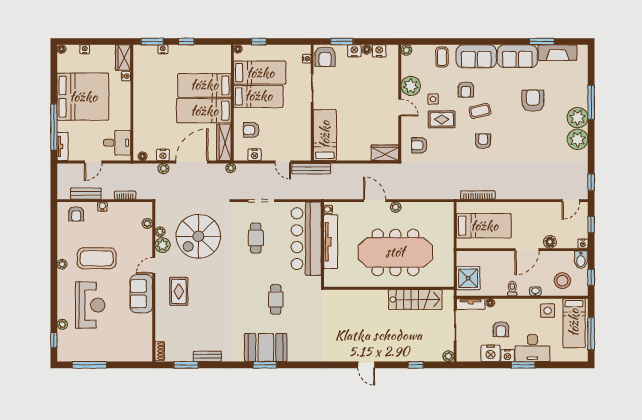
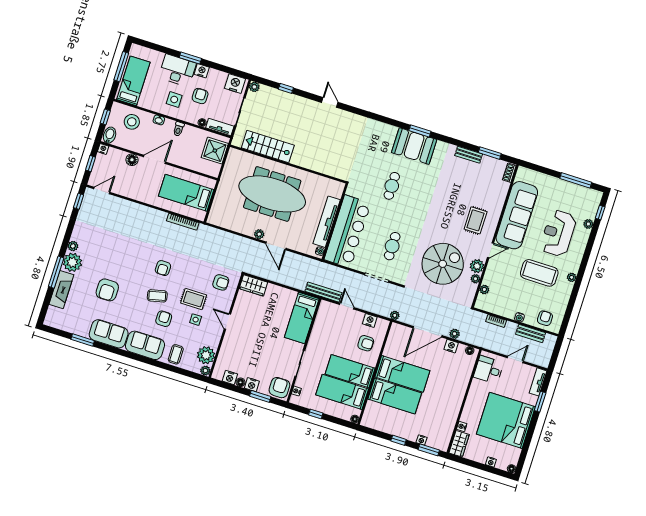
window: (259, 42) -> (316, 414), moved
fireplace: (558, 53) -> (61, 290), moved, turned 90
plant: (411, 86) -> (206, 355), moved
window: (54, 127) -> (540, 402), width x0.47
plant: (578, 139) -> (73, 246), width x0.53, depth x0.53
wardrobe: (224, 142) -> (393, 340), removed
sofa: (141, 294) -> (517, 215), width x1.85, depth x1.27
side table: (548, 311) -> (174, 100), moved
nightstand: (490, 353) -> (235, 84), moved

